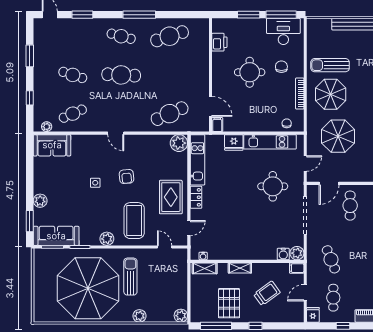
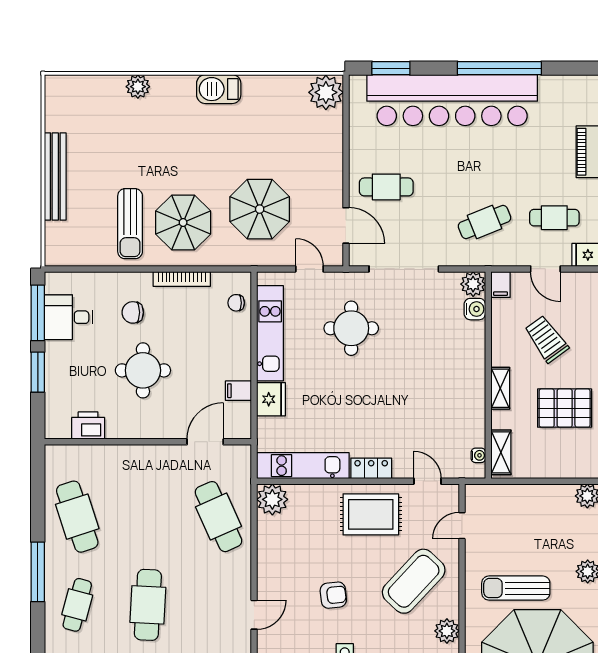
desk: (283, 31) -> (68, 317), width x0.73
filing cabinet: (217, 125) -> (238, 391), moved
coffee table: (134, 221) -> (414, 581), turned -47

